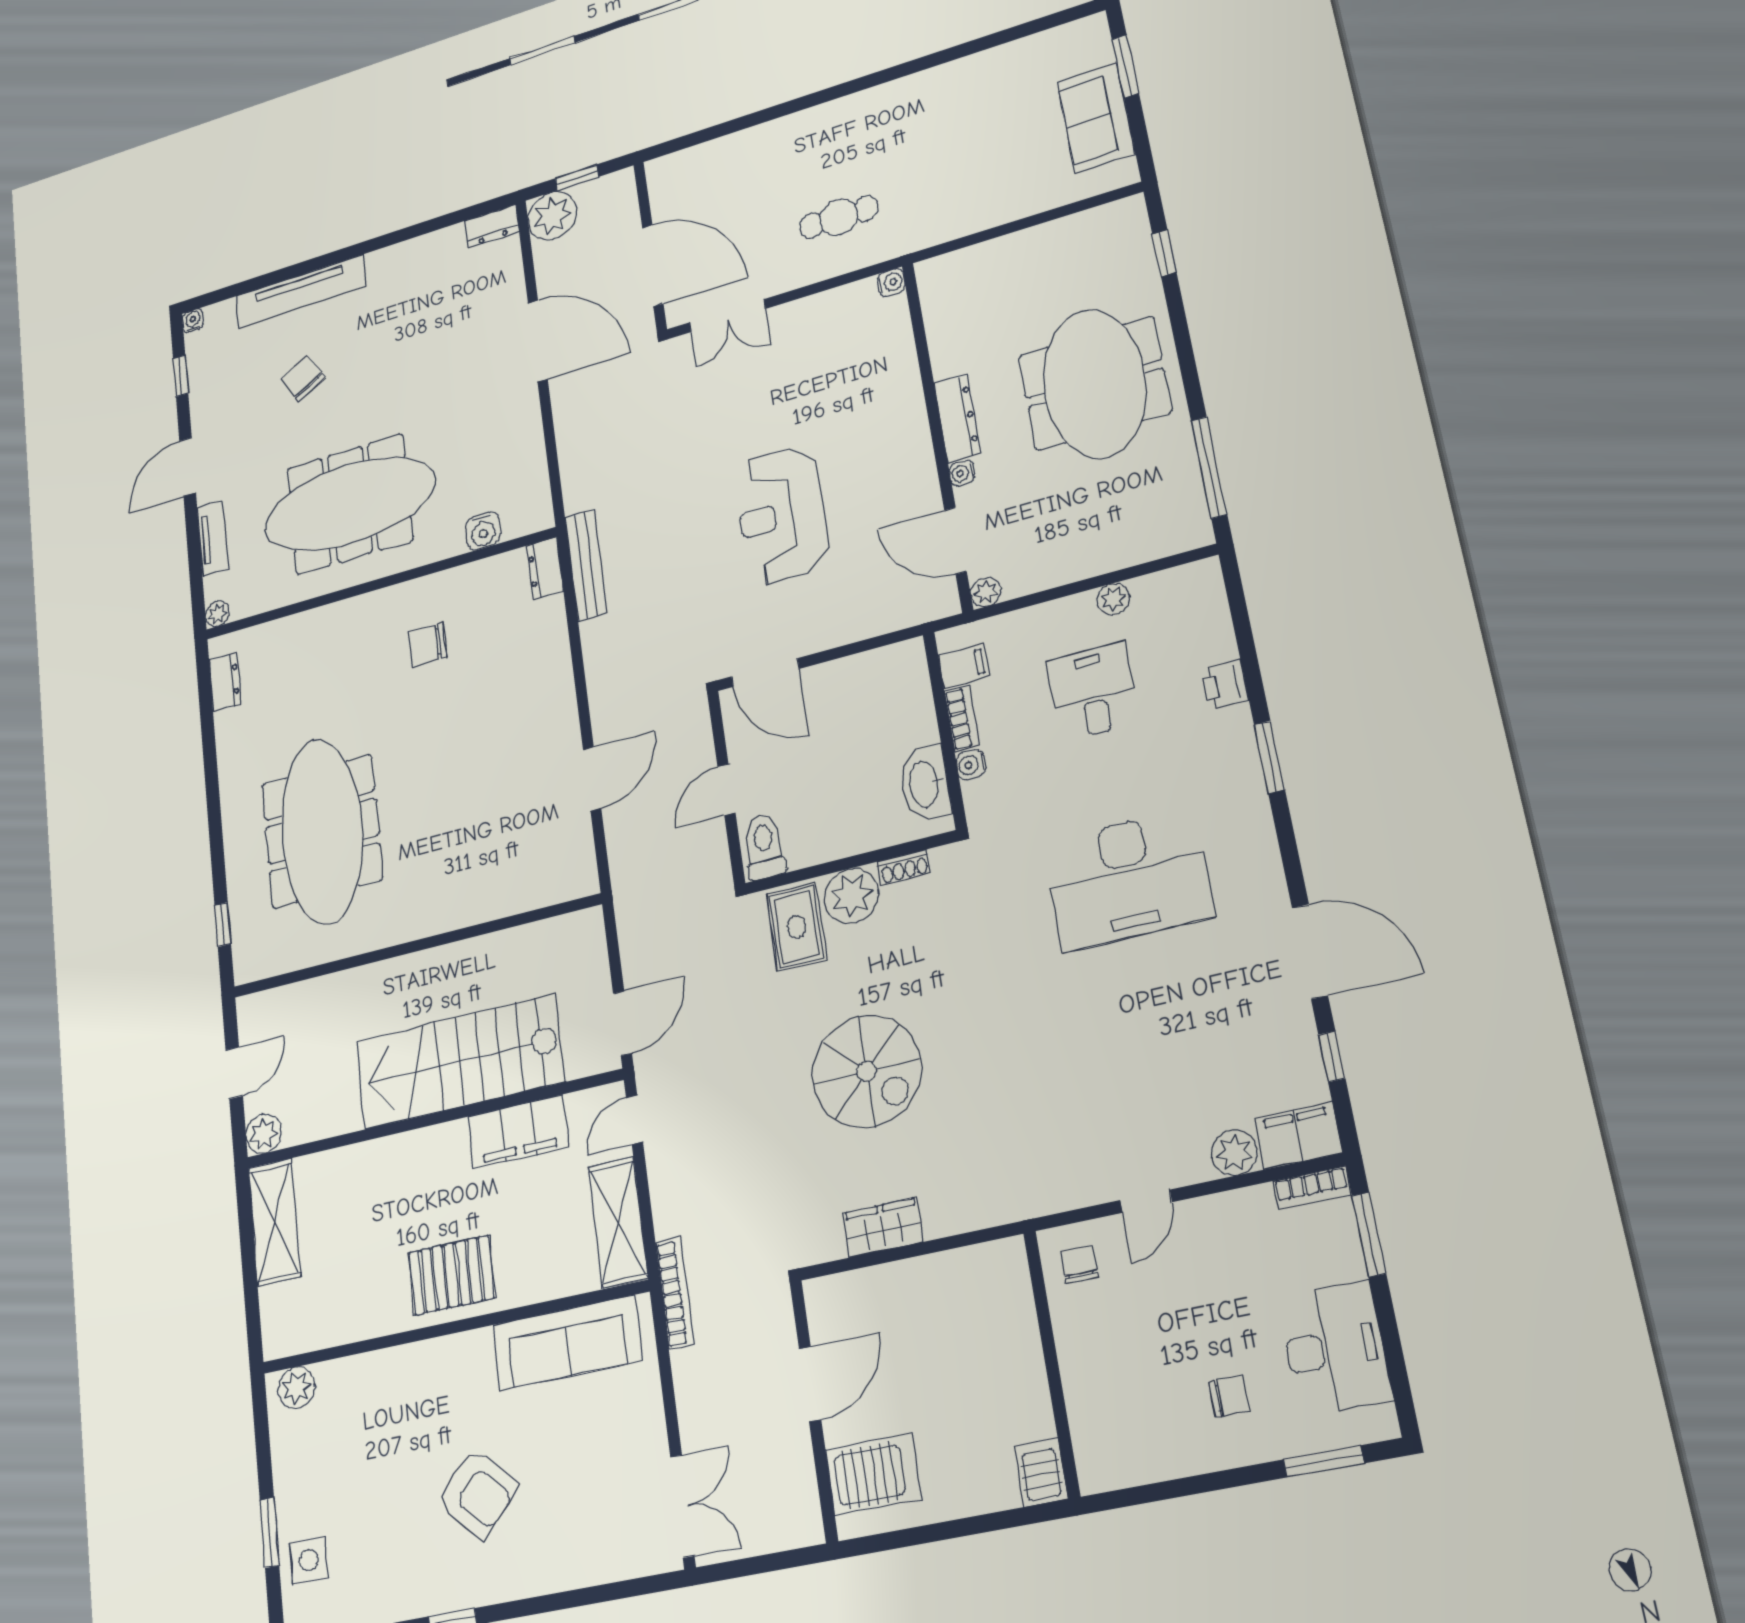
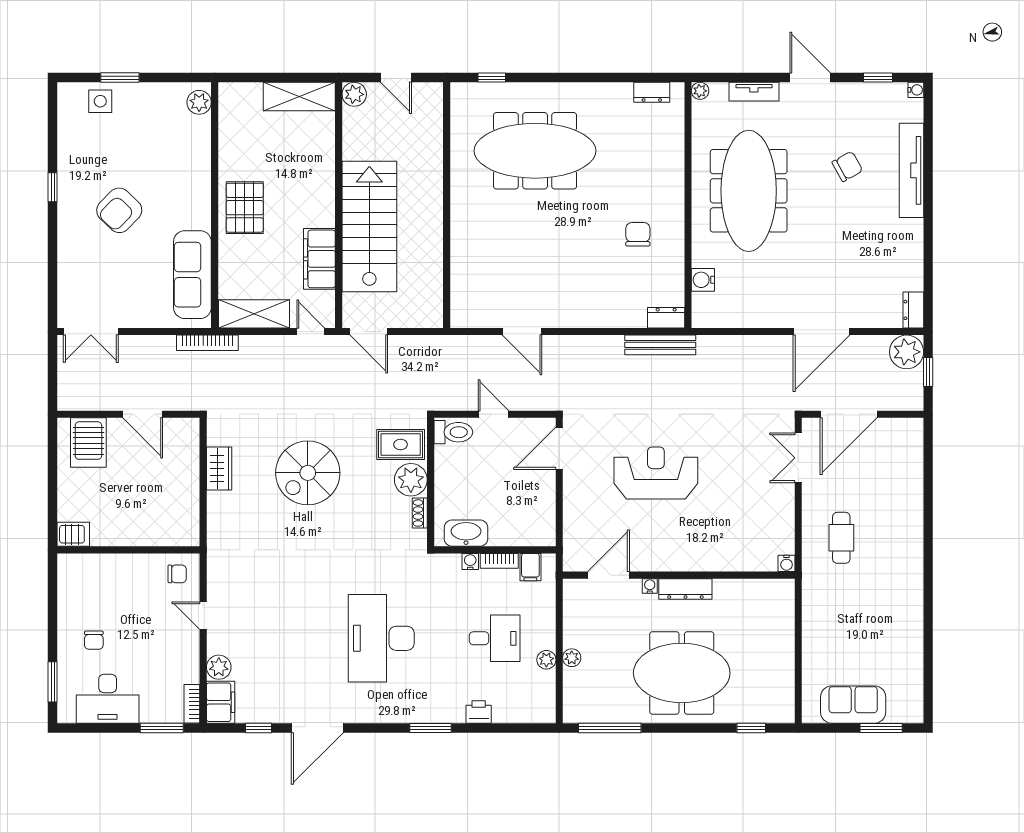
plant: (986, 592) -> (572, 658), moved

